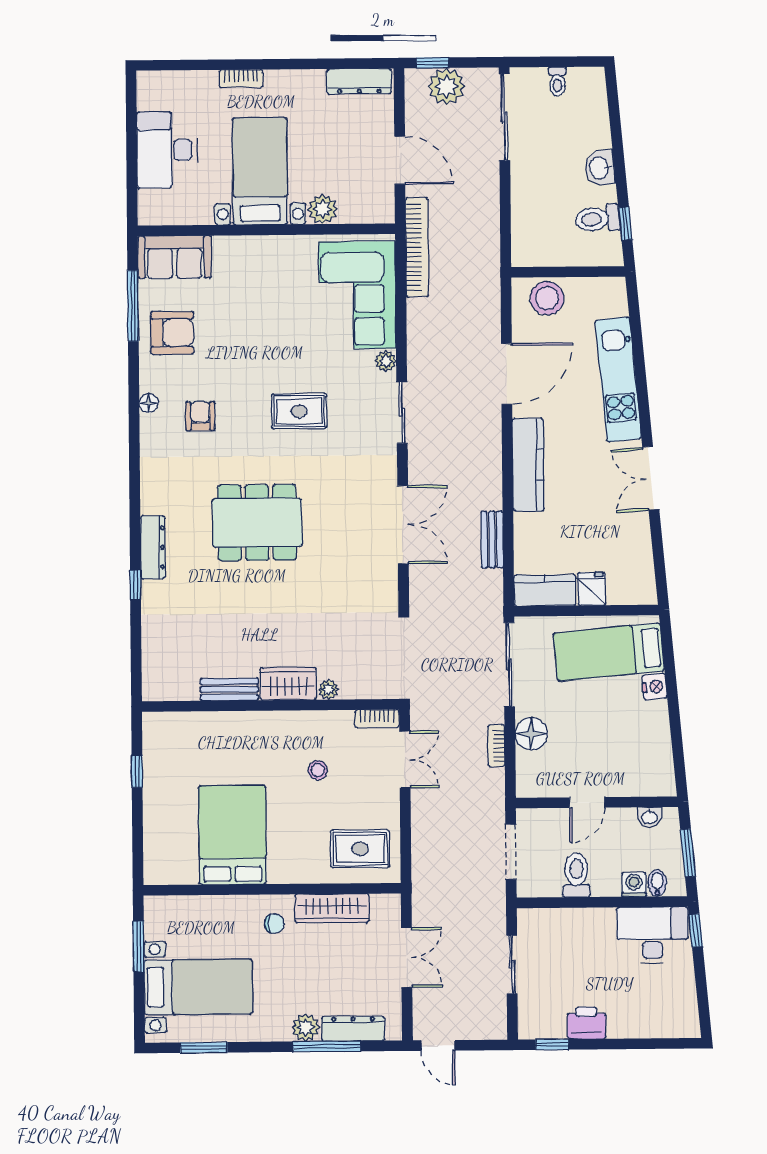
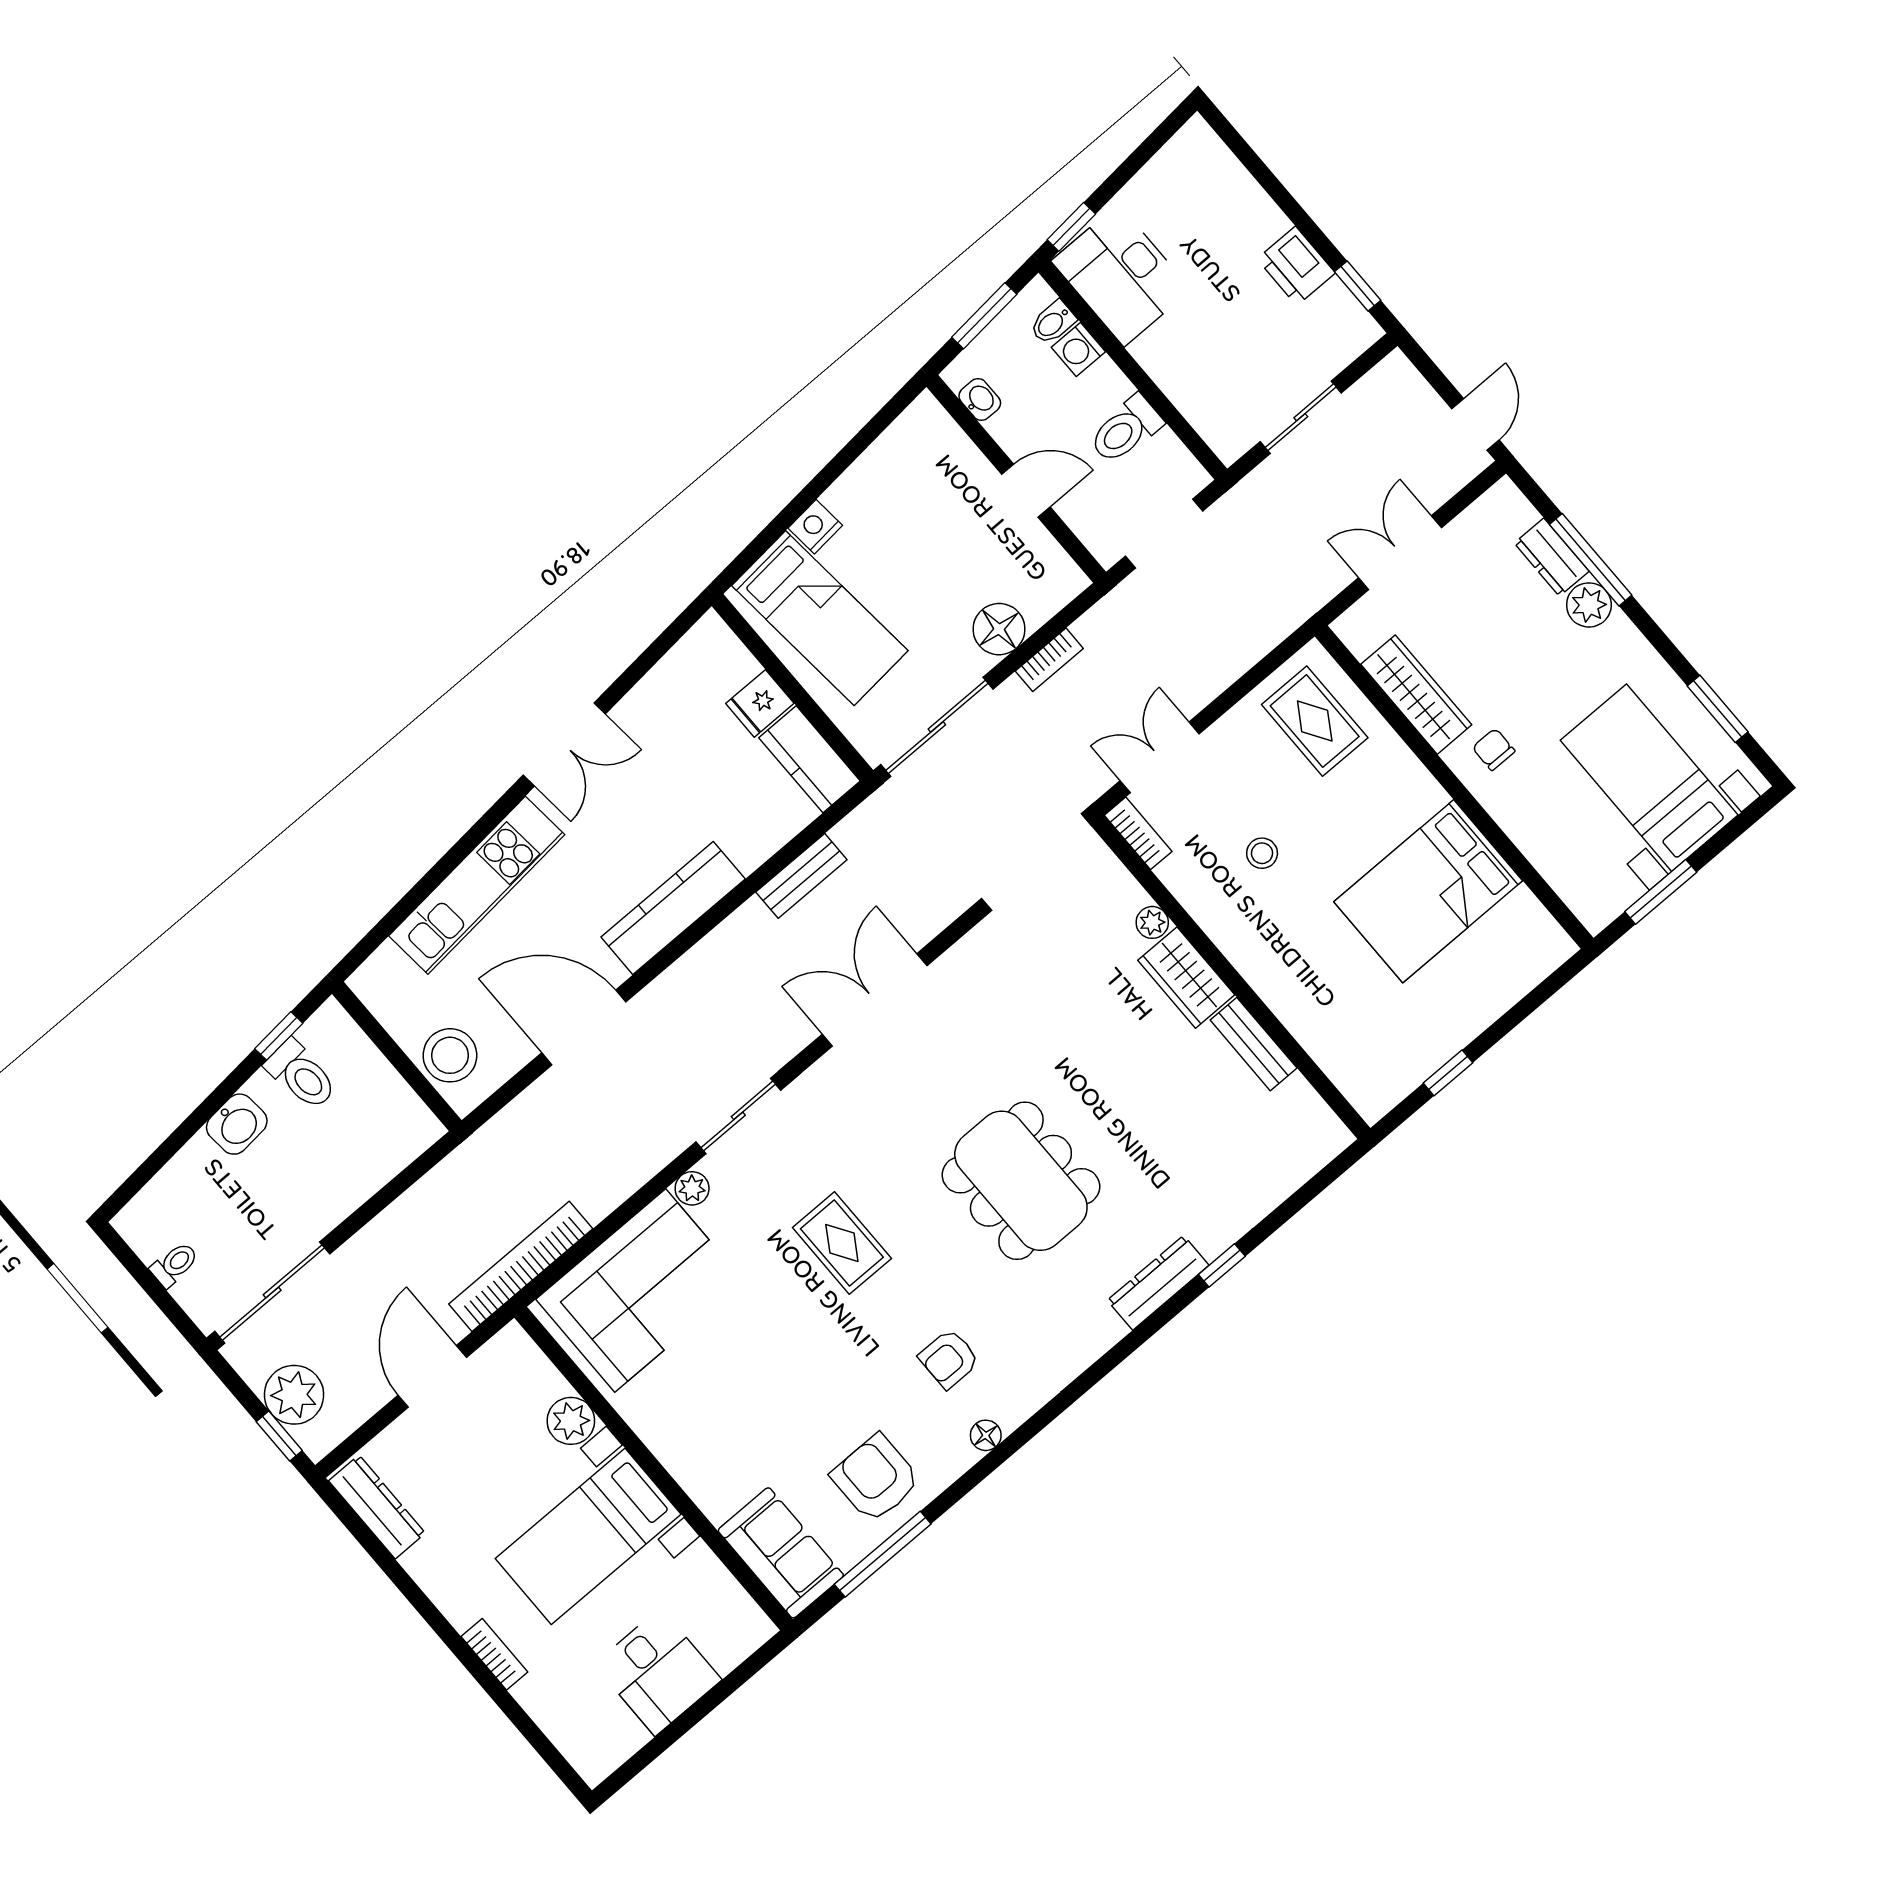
desk: (167, 150) -> (658, 1672), width x0.73
dresser: (353, 1029) -> (1552, 557), width x0.70

